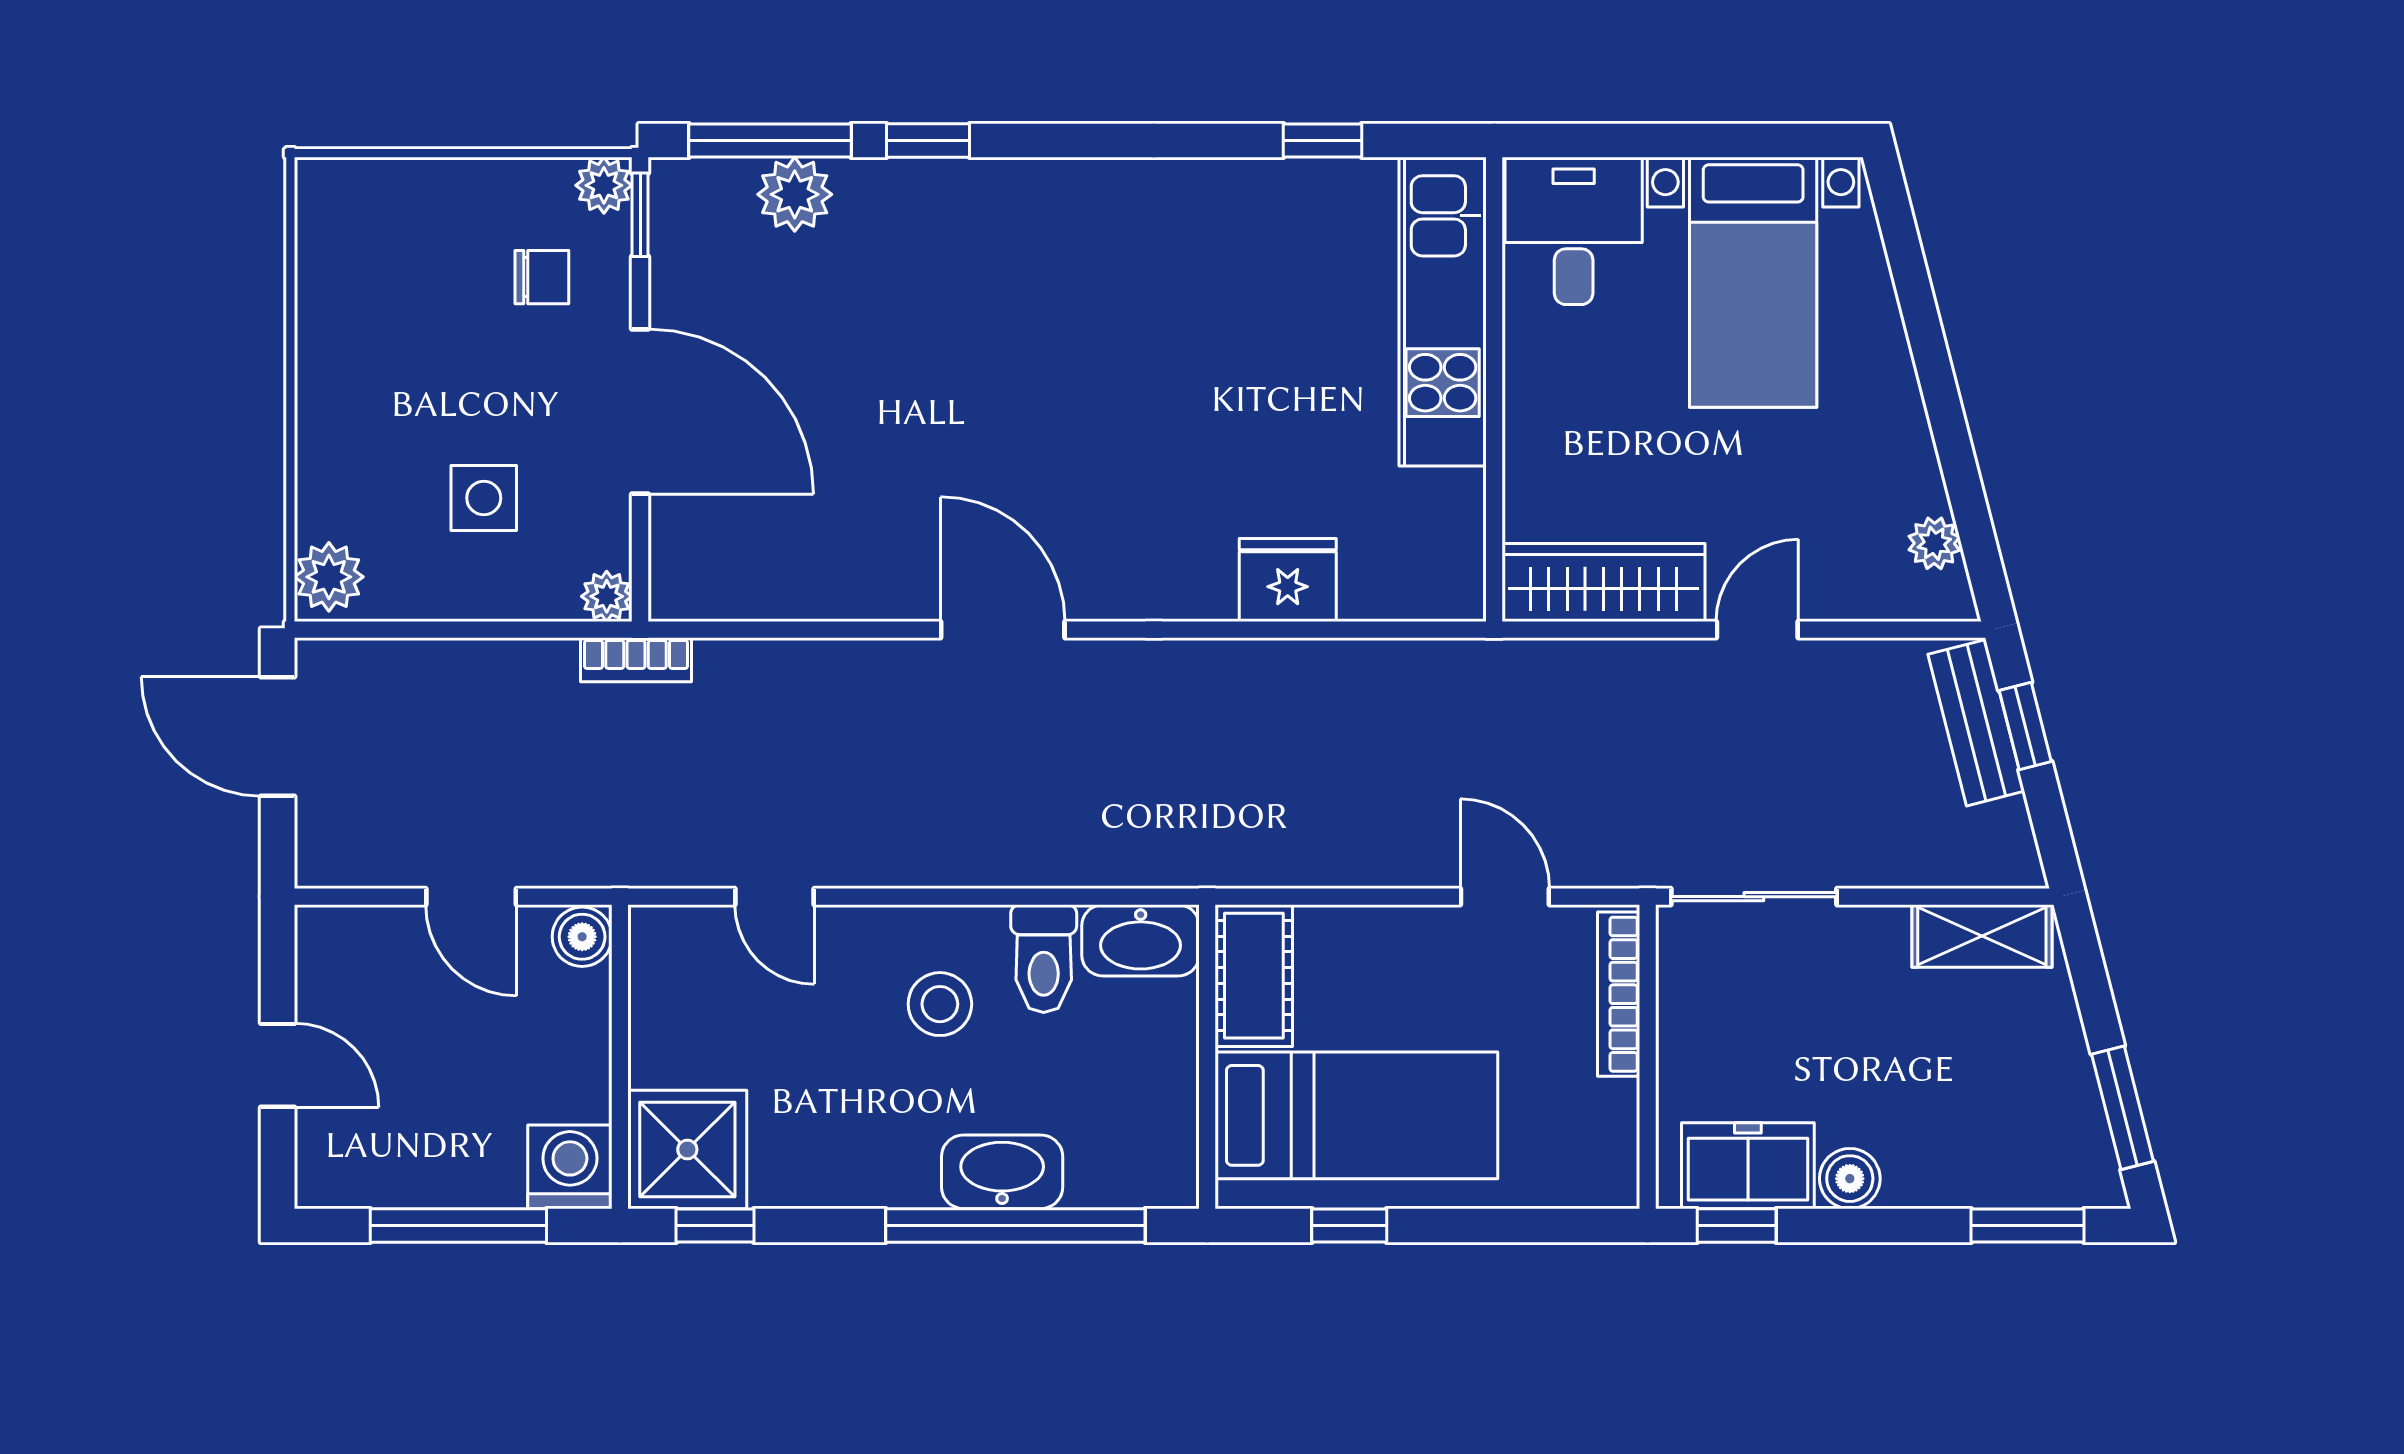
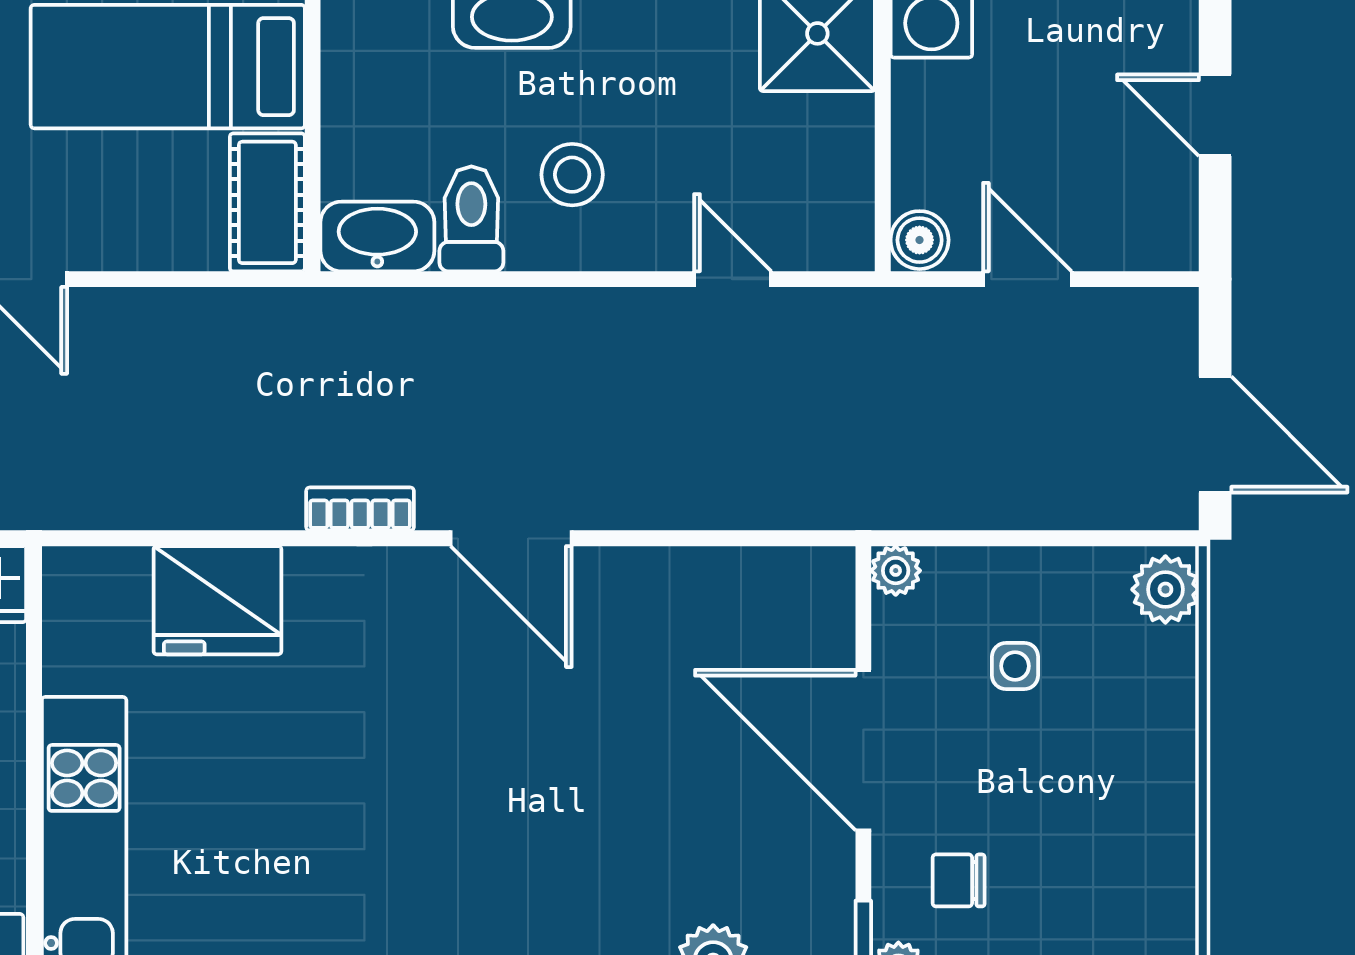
side table: (484, 498) -> (1015, 666), width x0.73, depth x0.73
fridge: (1288, 580) -> (217, 600), width x1.36, depth x1.34
bookcase: (636, 660) -> (360, 509), moved

